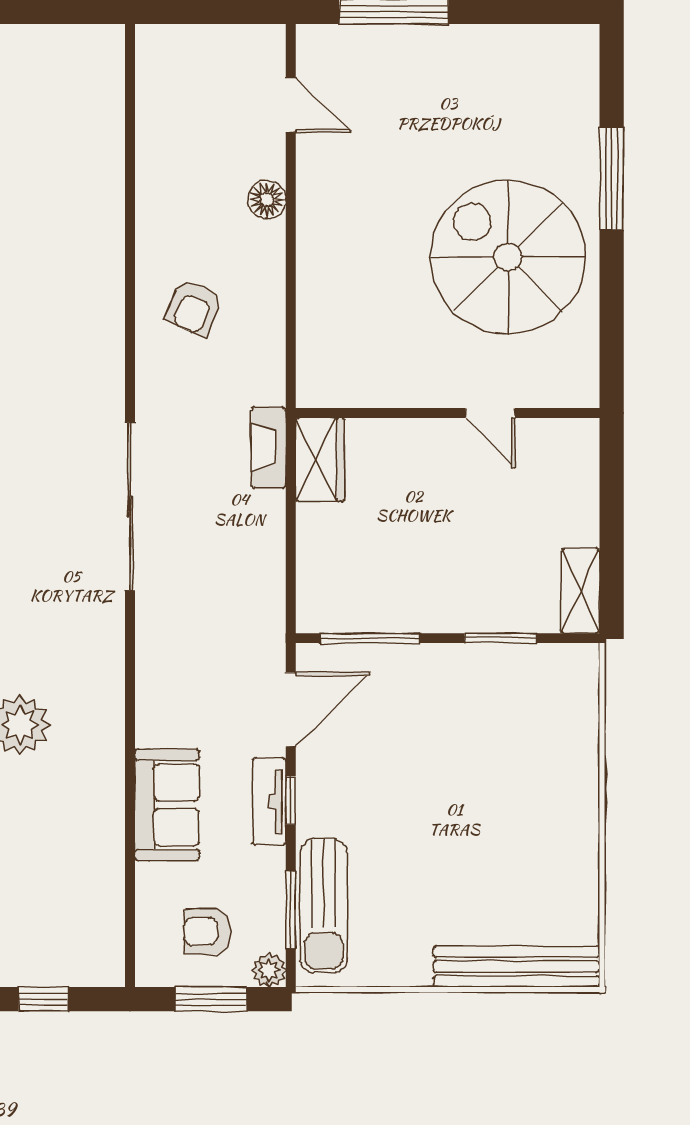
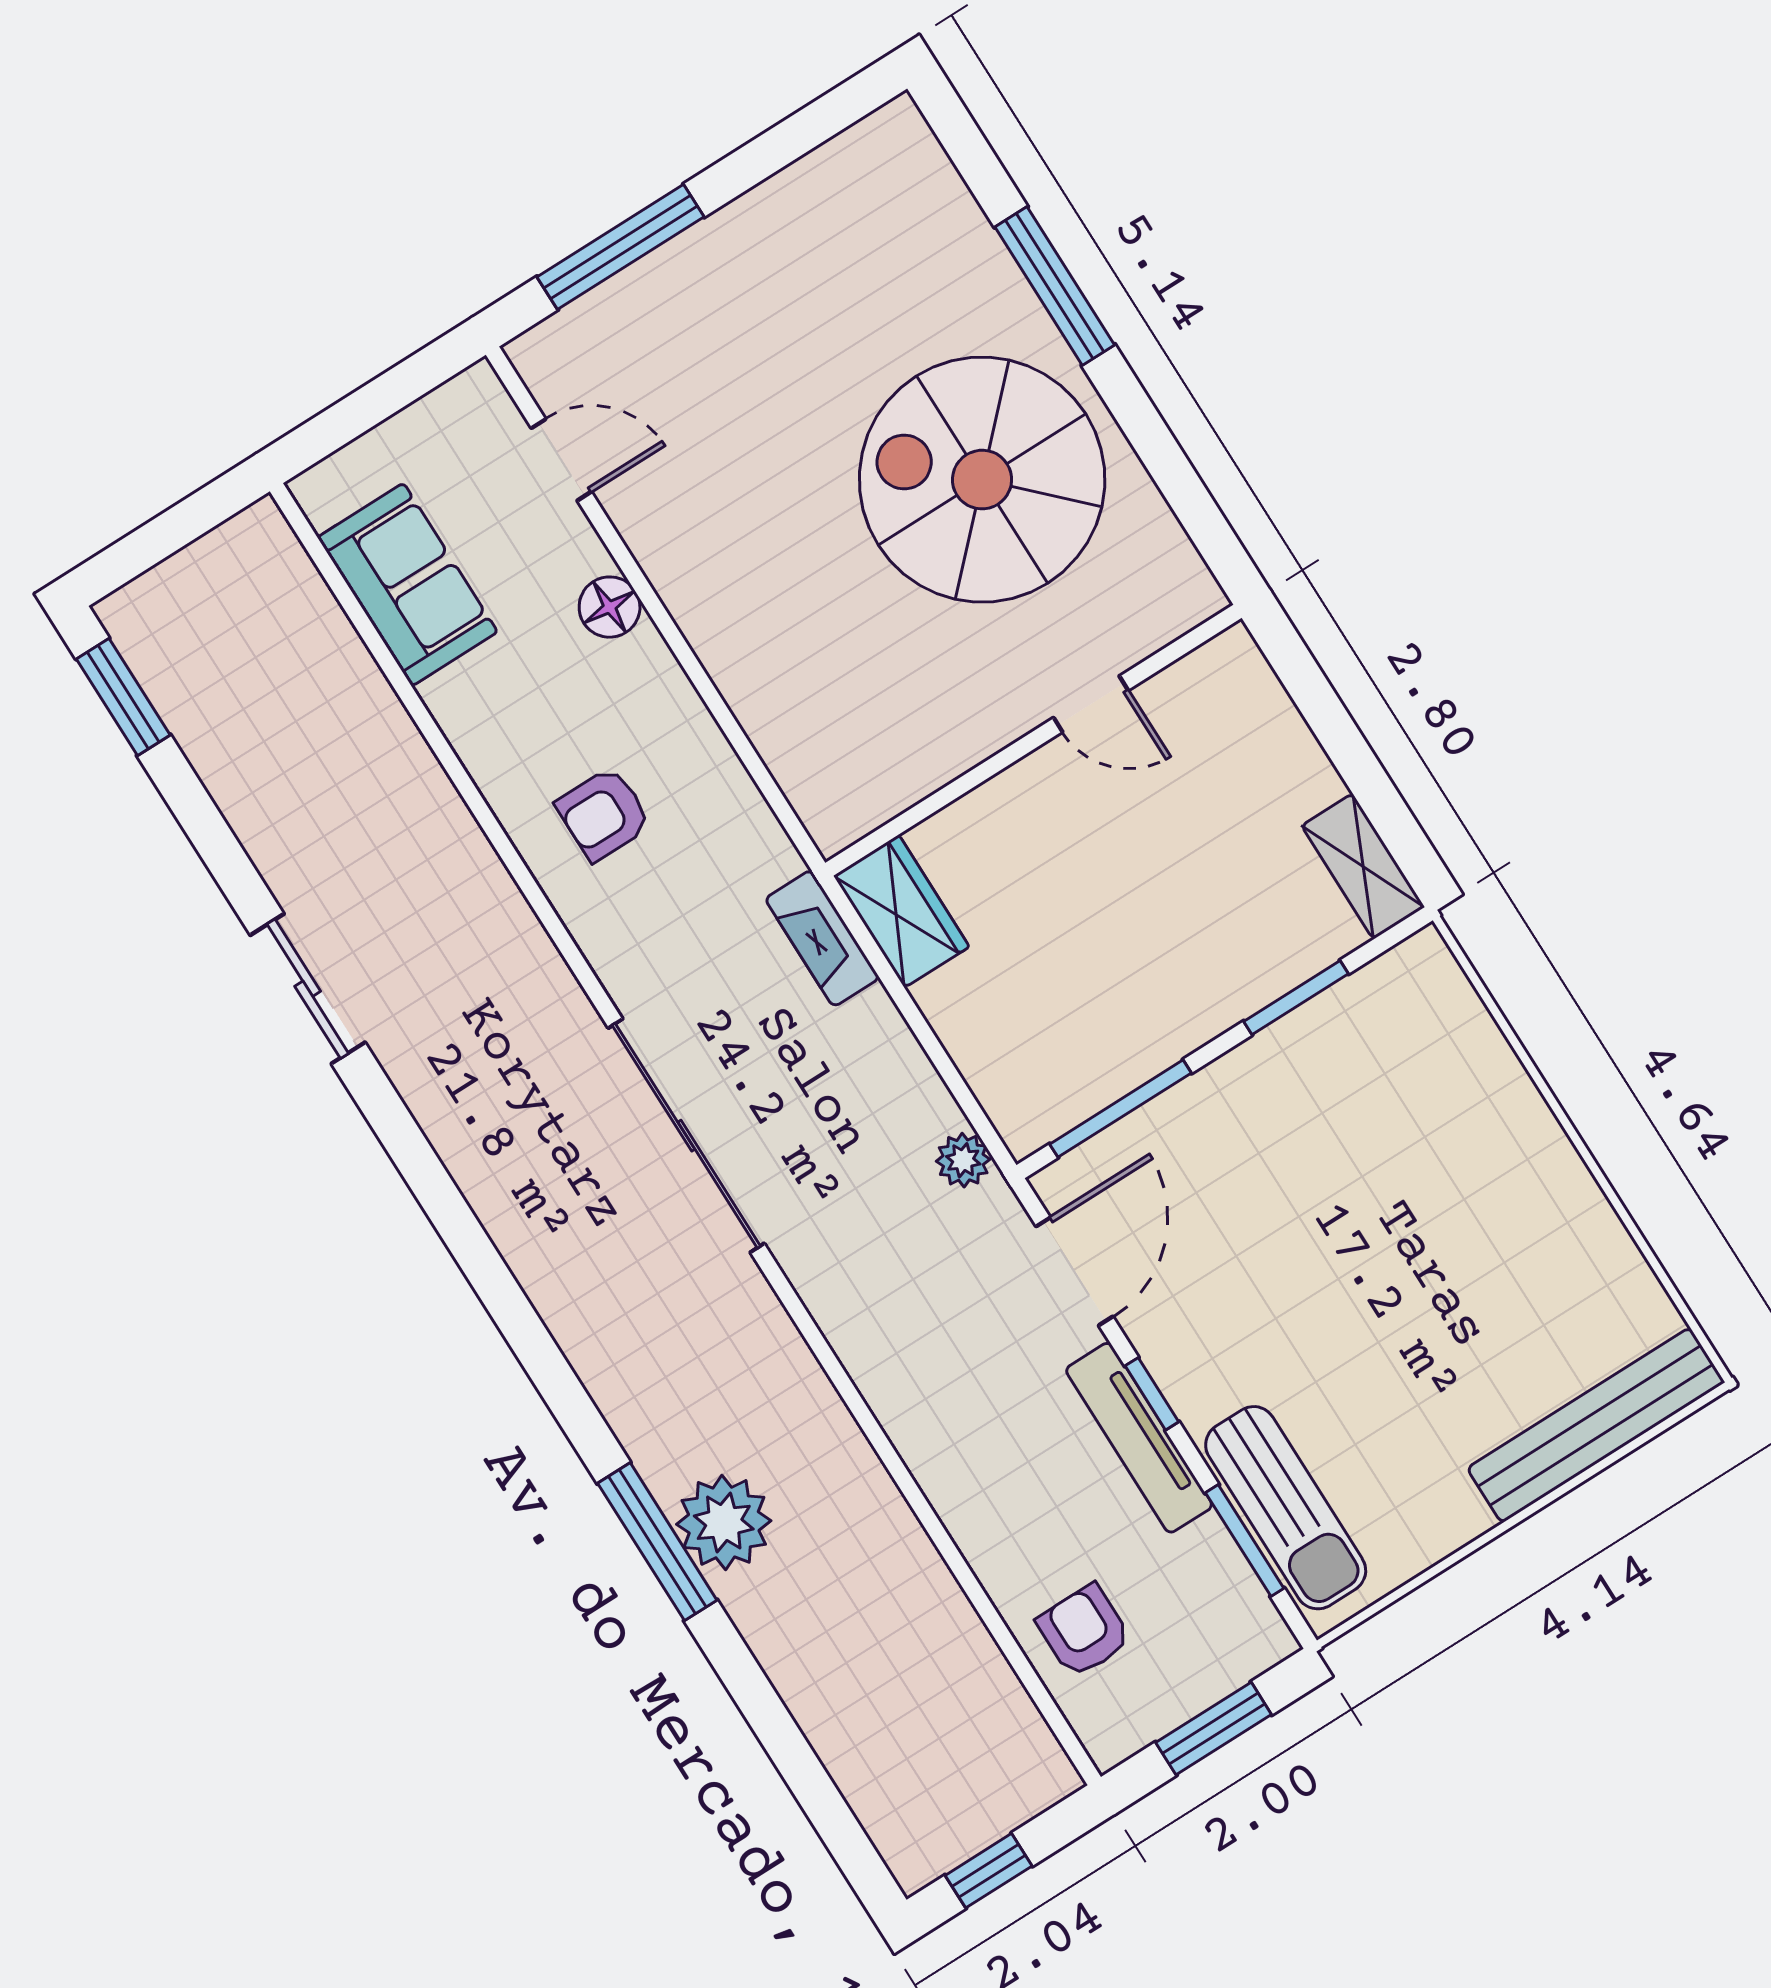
armchair: (194, 308) -> (604, 814), turned 67
tv unit: (269, 802) -> (1139, 1438), width x1.41
sofa: (167, 805) -> (407, 585), moved
armchair: (207, 931) -> (1084, 1631), moved, turned 90
plant: (269, 970) -> (963, 1160), moved

